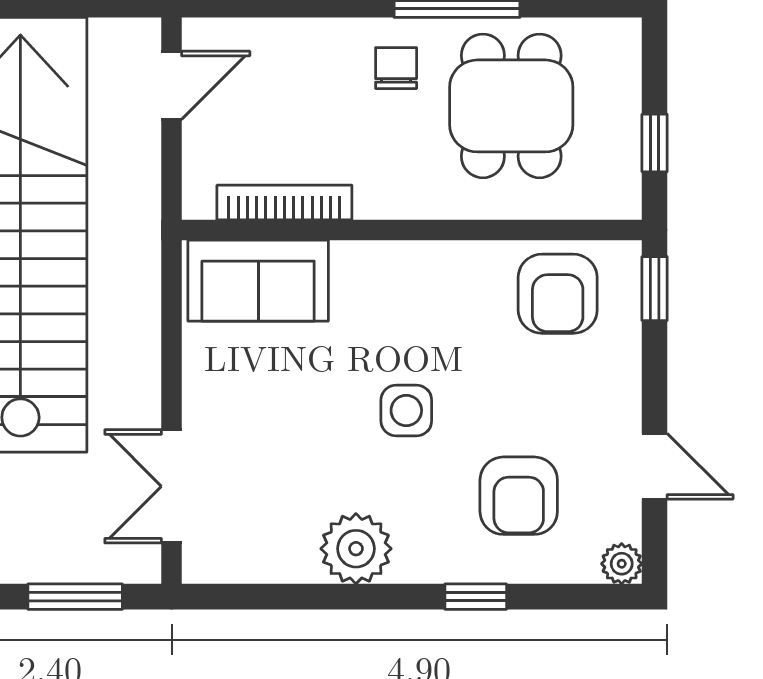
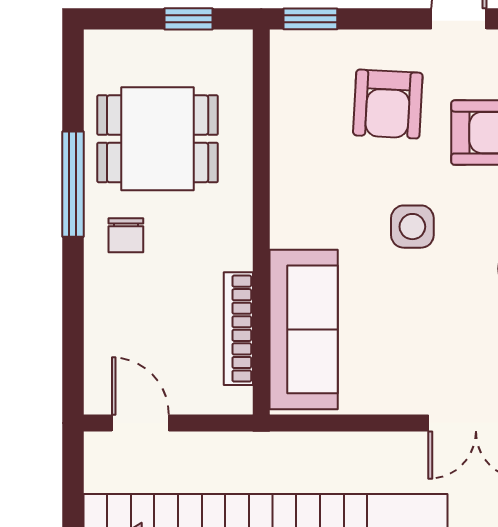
chair: (396, 68) -> (126, 235), turned -90
sofa: (258, 281) -> (304, 329), width x1.36
armchair: (558, 294) -> (388, 104), moved, turned 93

